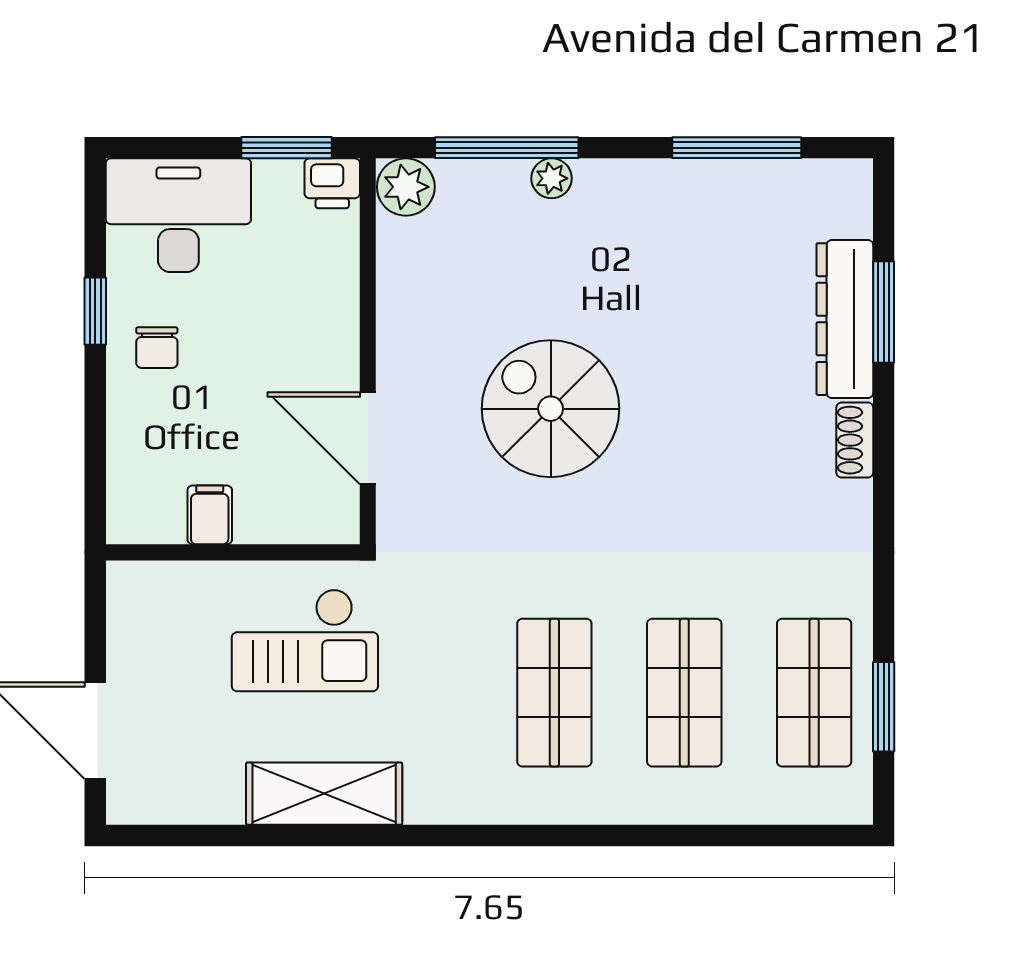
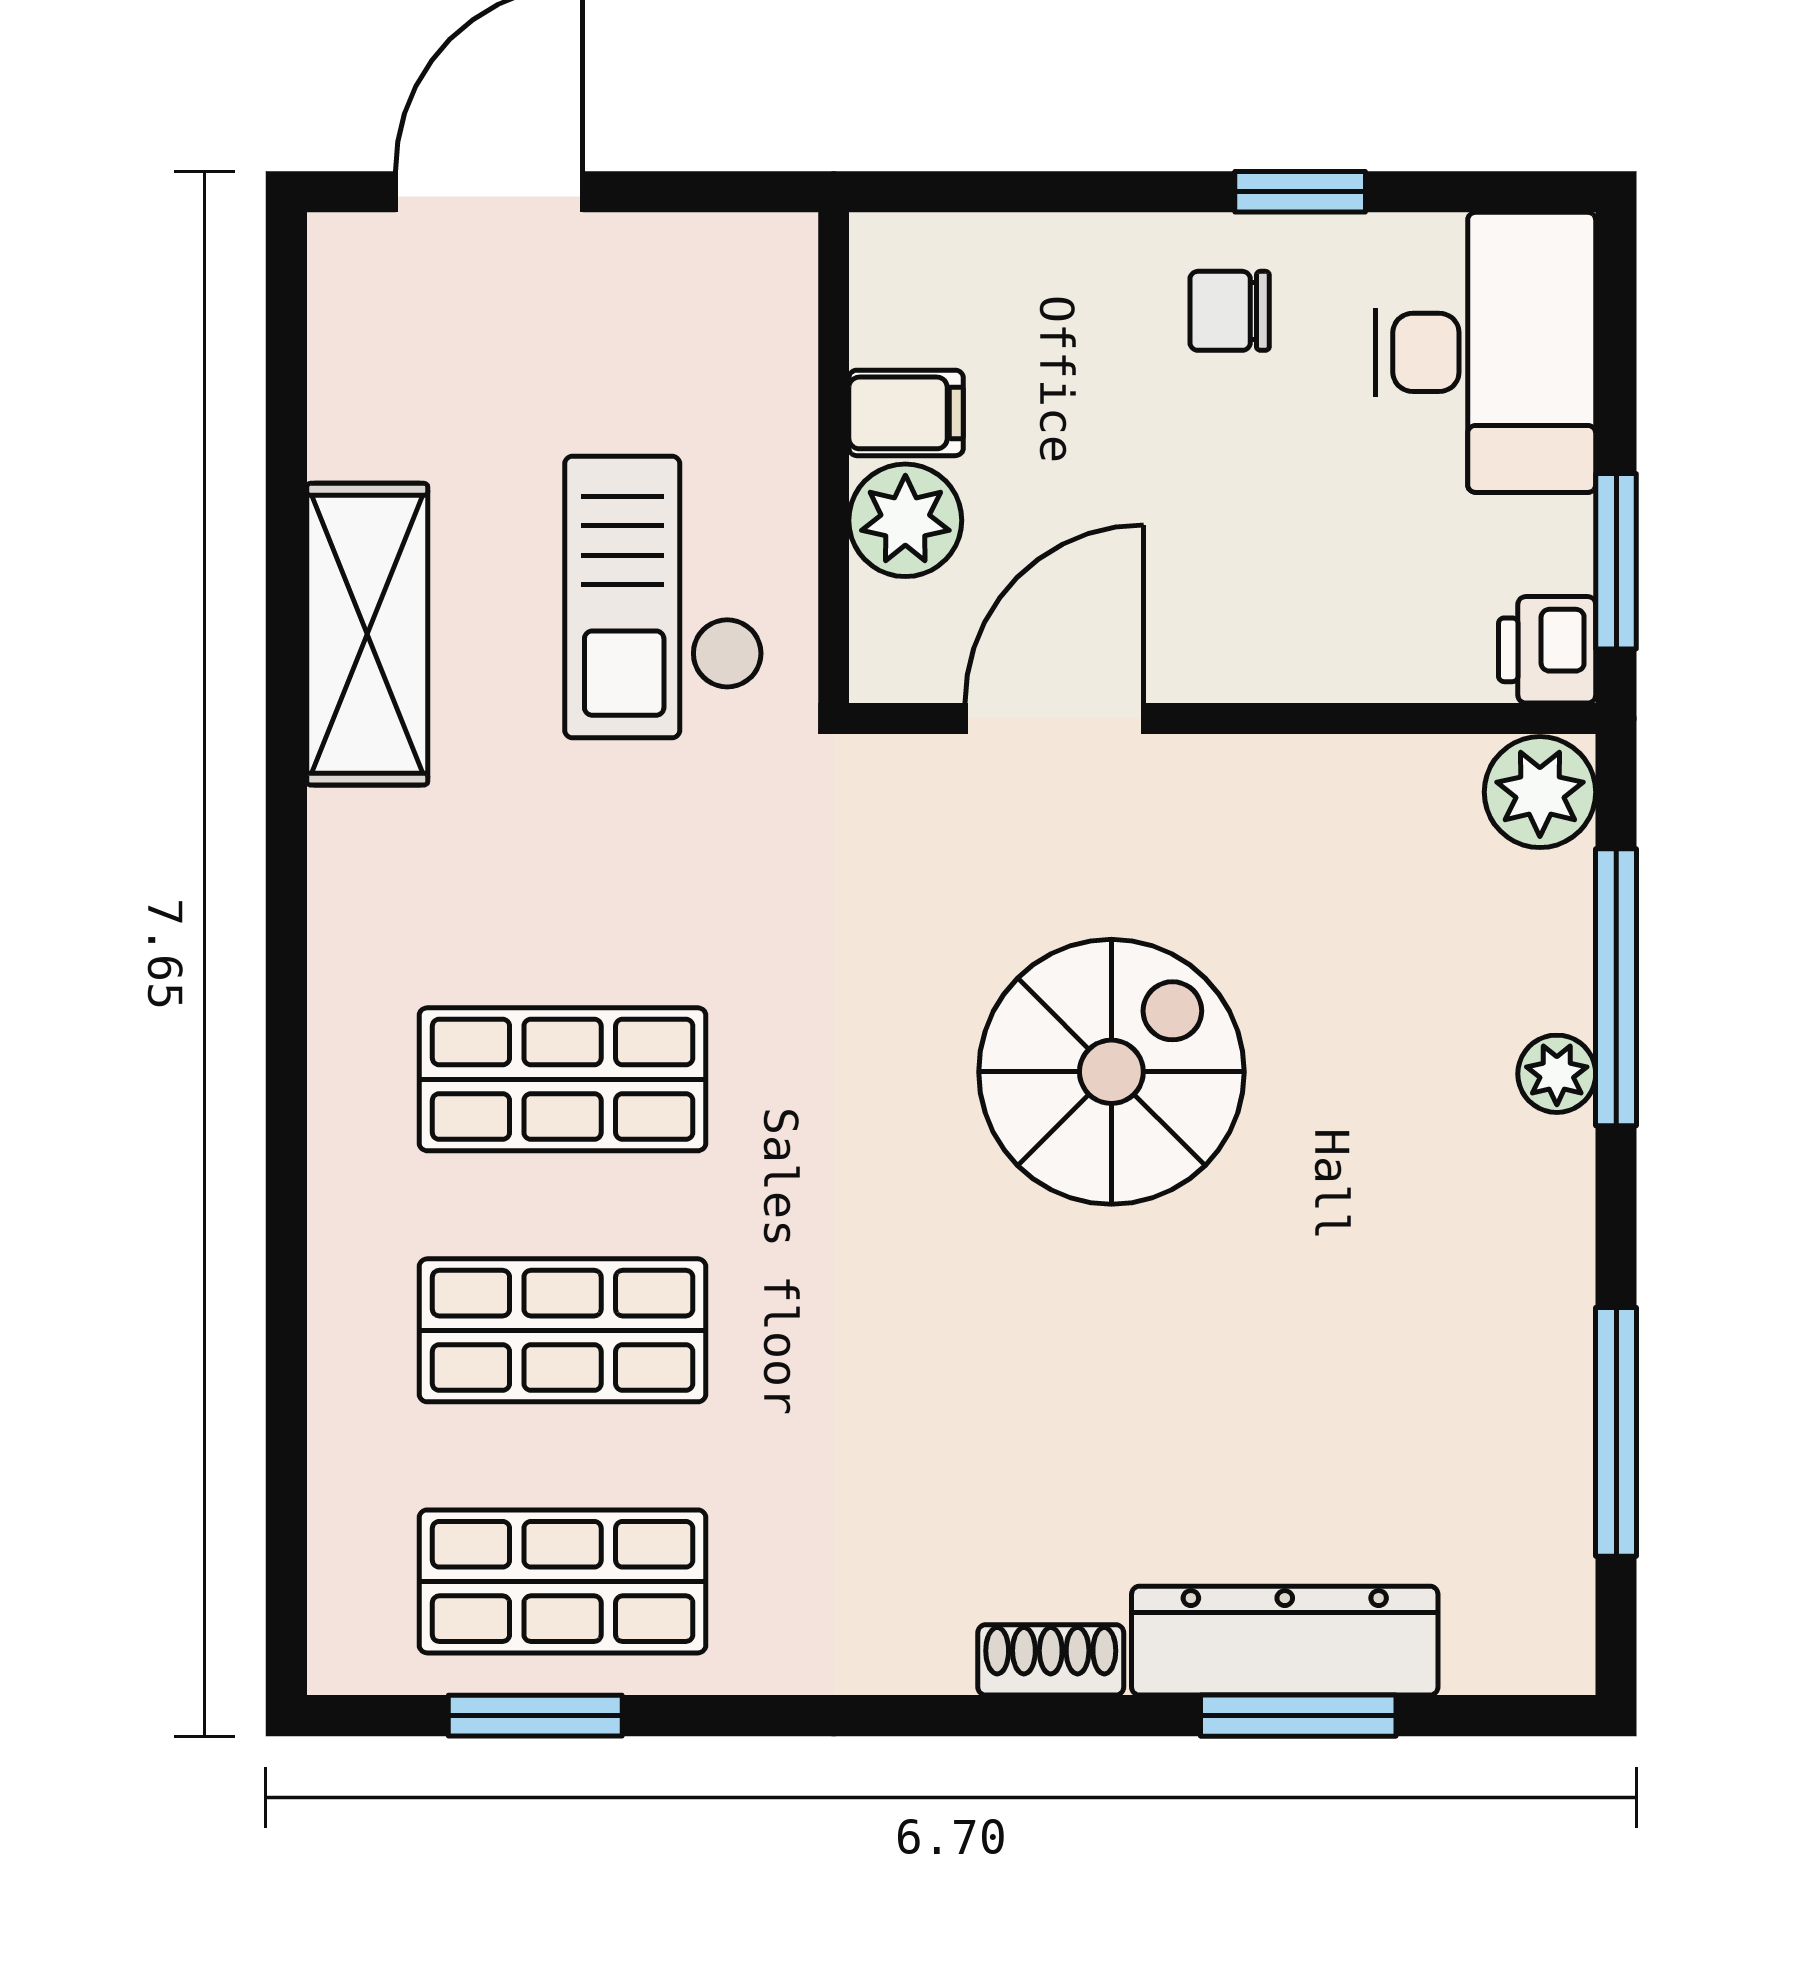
plant: (265, 515) -> (905, 520), added

